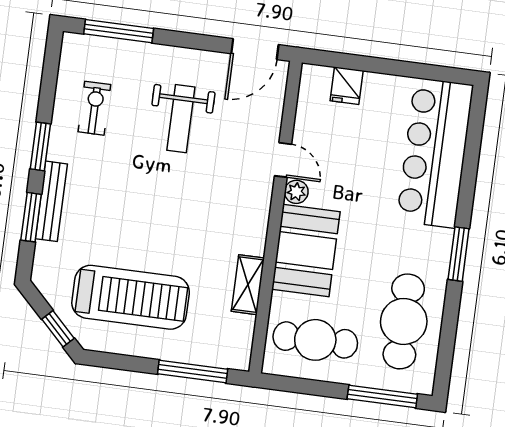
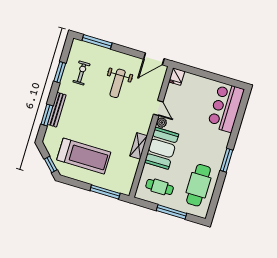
fridge: (347, 86) -> (177, 77), moved
window: (40, 146) -> (60, 72), moved
bar counter: (435, 153) -> (226, 108), width x0.73
shelving: (248, 285) -> (139, 146), moved
cafe table: (315, 340) -> (160, 187), width x0.73, depth x0.74
window: (382, 396) -> (172, 212), moved

